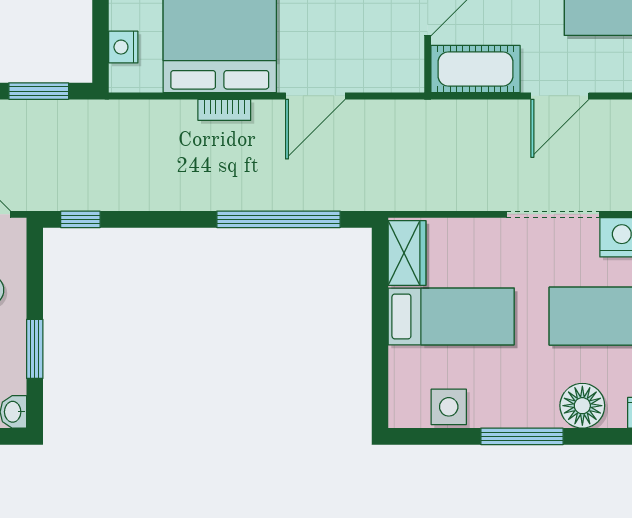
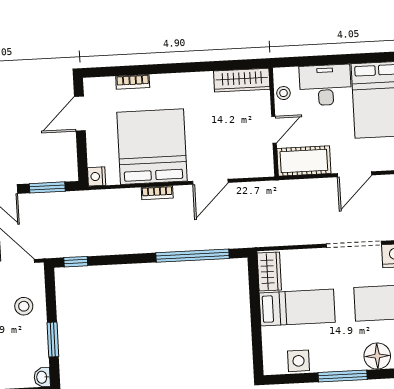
nightstand: (123, 47) -> (97, 176), moved

